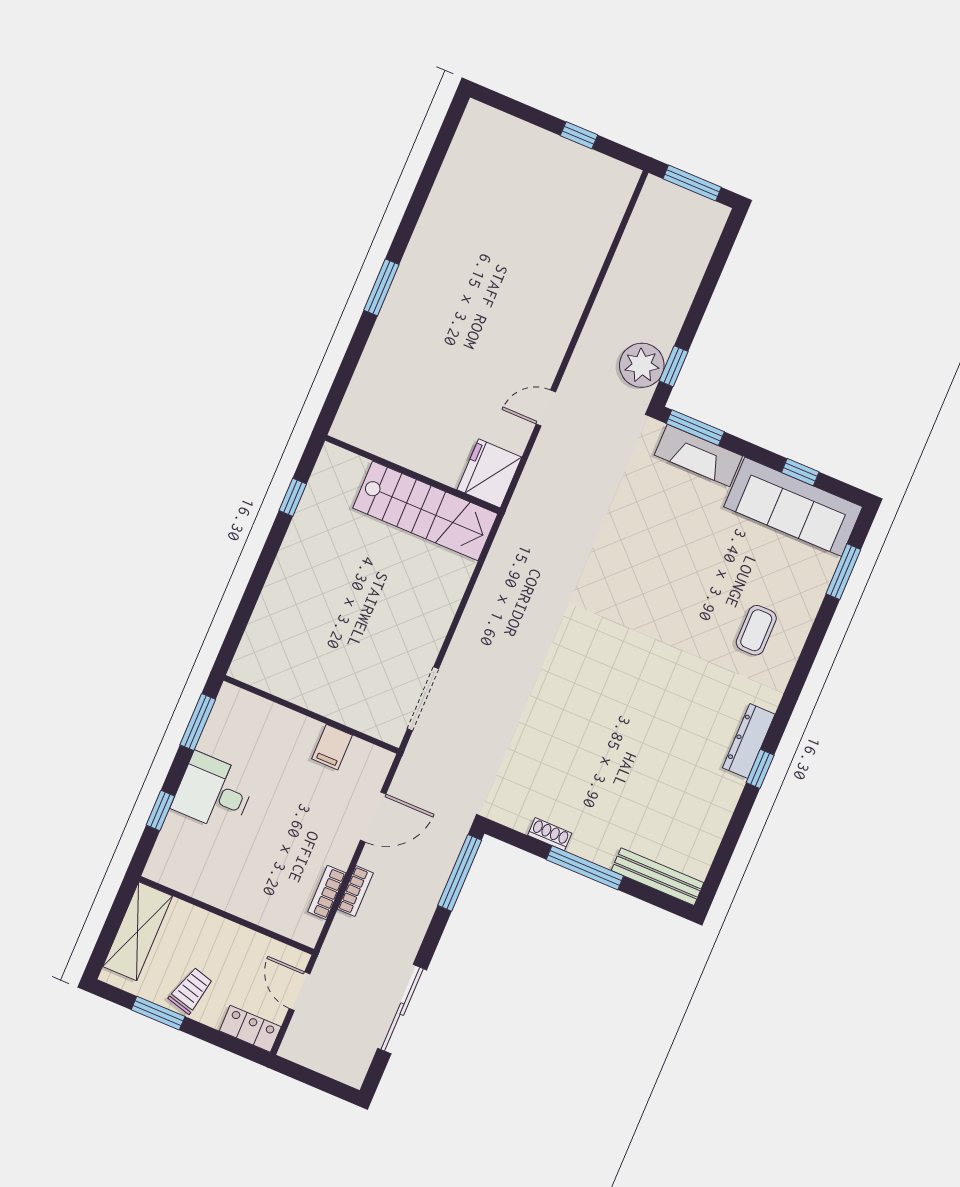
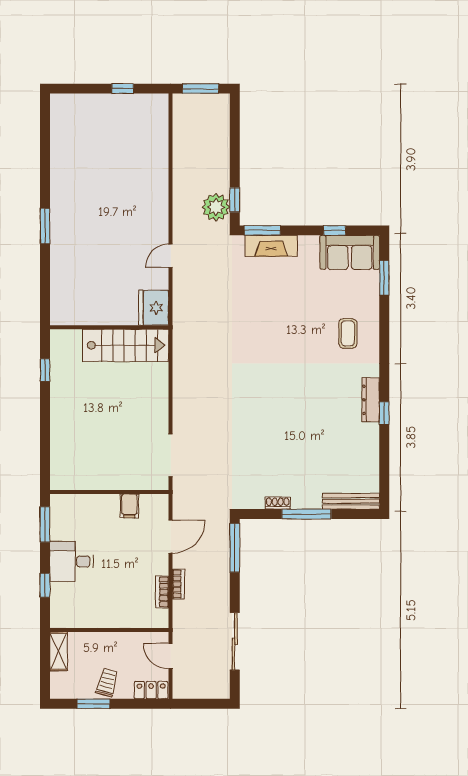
sofa: (793, 507) -> (350, 252), width x0.73
shelving: (138, 931) -> (59, 651), width x0.67, depth x0.75

